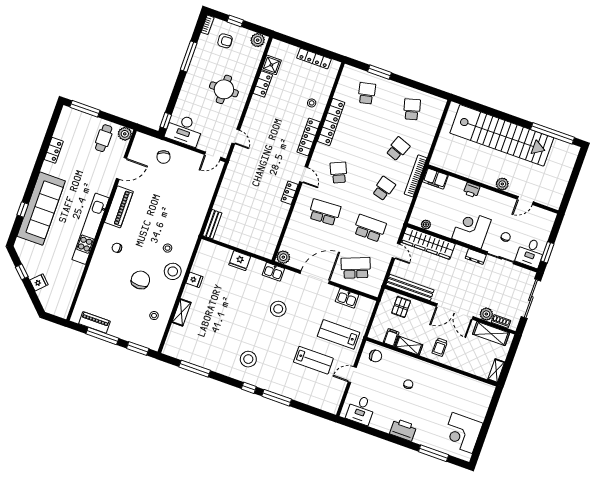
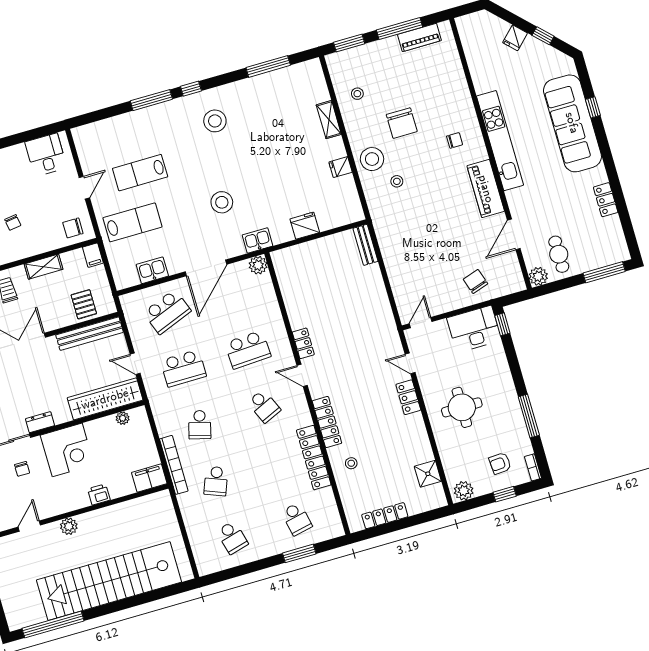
locker: (263, 84) -> (408, 397), moved
filing cabinet: (391, 337) -> (93, 255), moved

